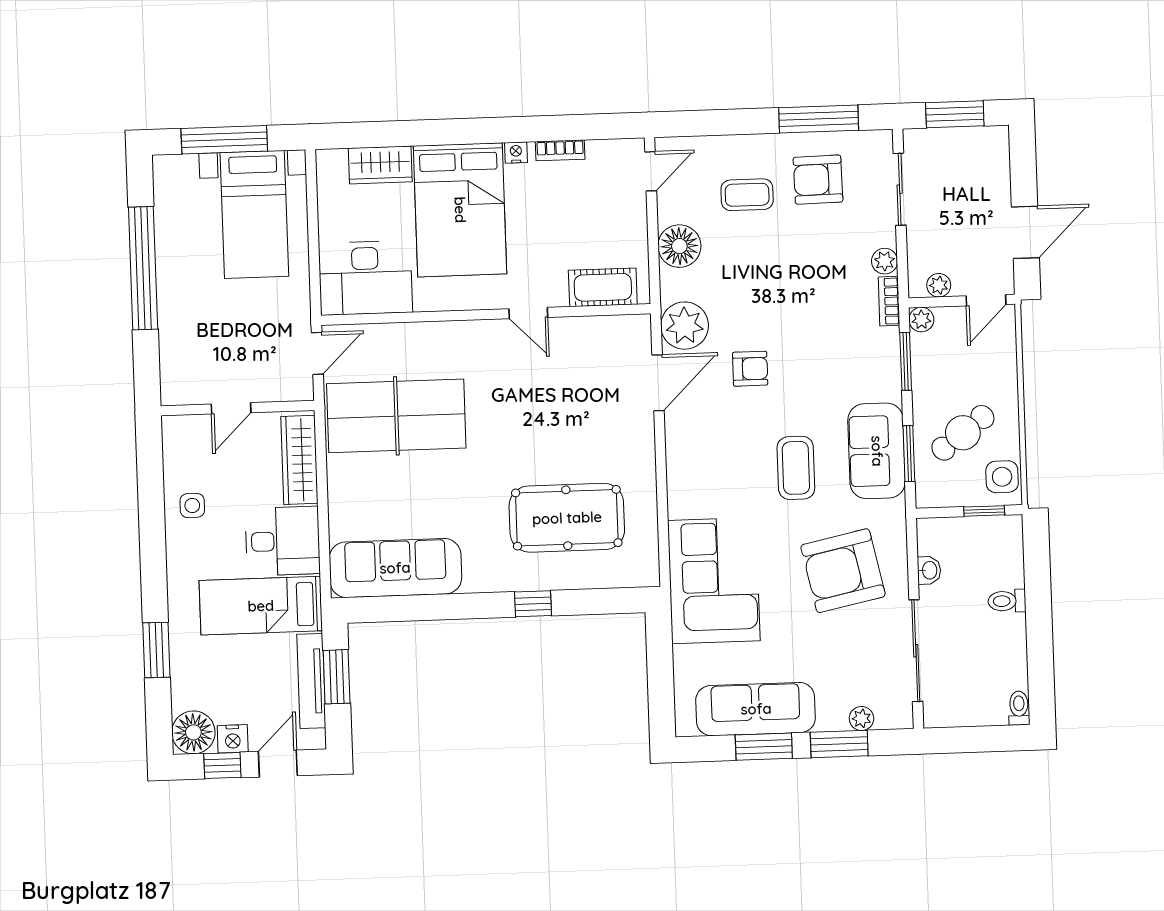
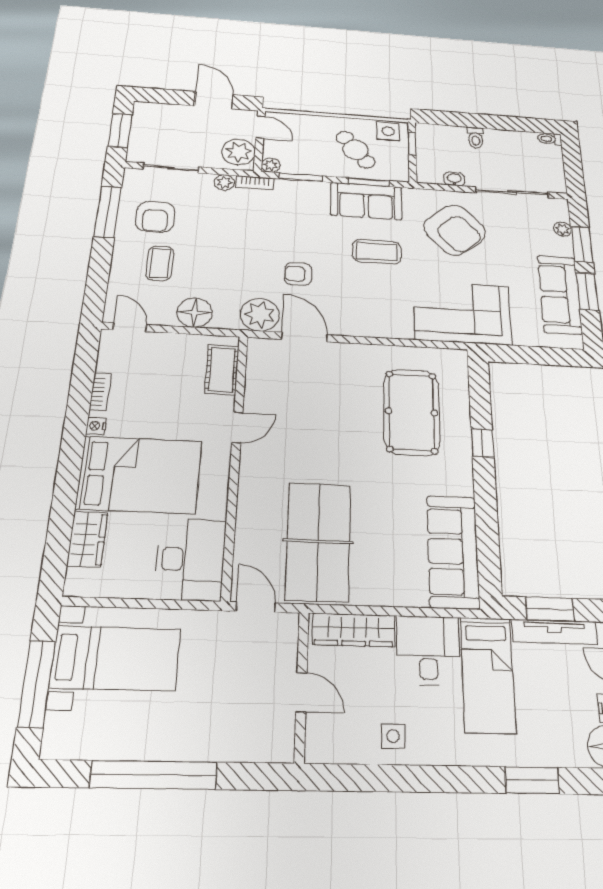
plant: (939, 285) -> (239, 152), width x1.87, depth x1.87
armchair: (750, 369) -> (298, 274), turned -90
armchair: (843, 571) -> (455, 230), turned -30

